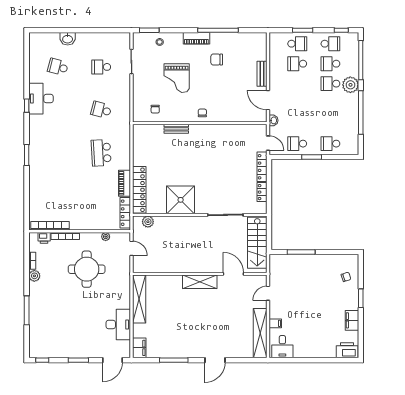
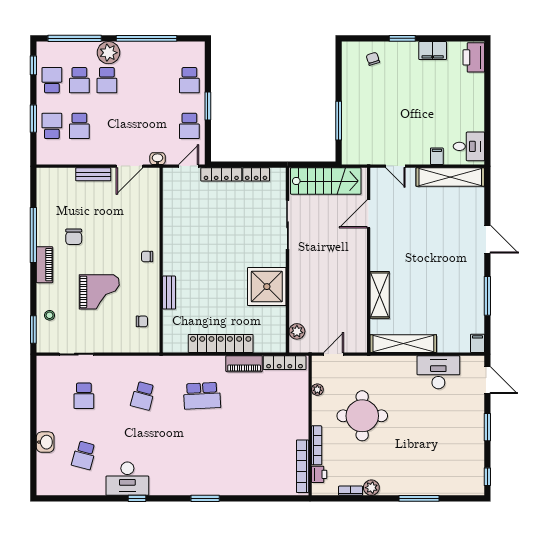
locker: (139, 190) -> (221, 343), moved
shelving: (200, 282) -> (380, 295), moved
filing cabinet: (139, 348) -> (478, 343), width x0.50

